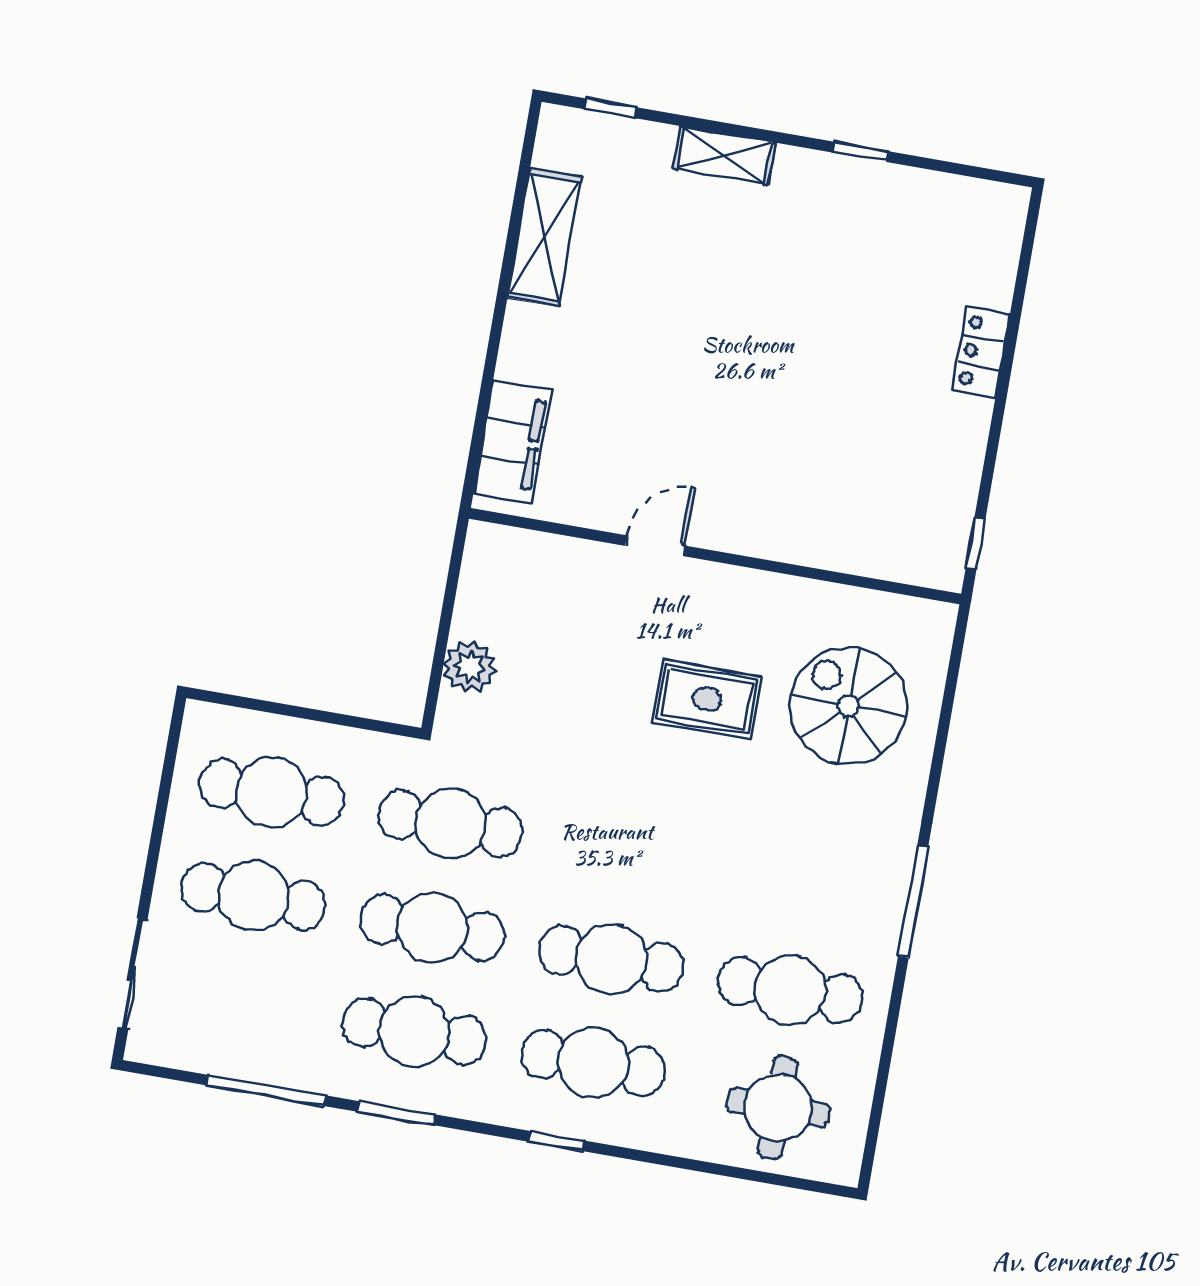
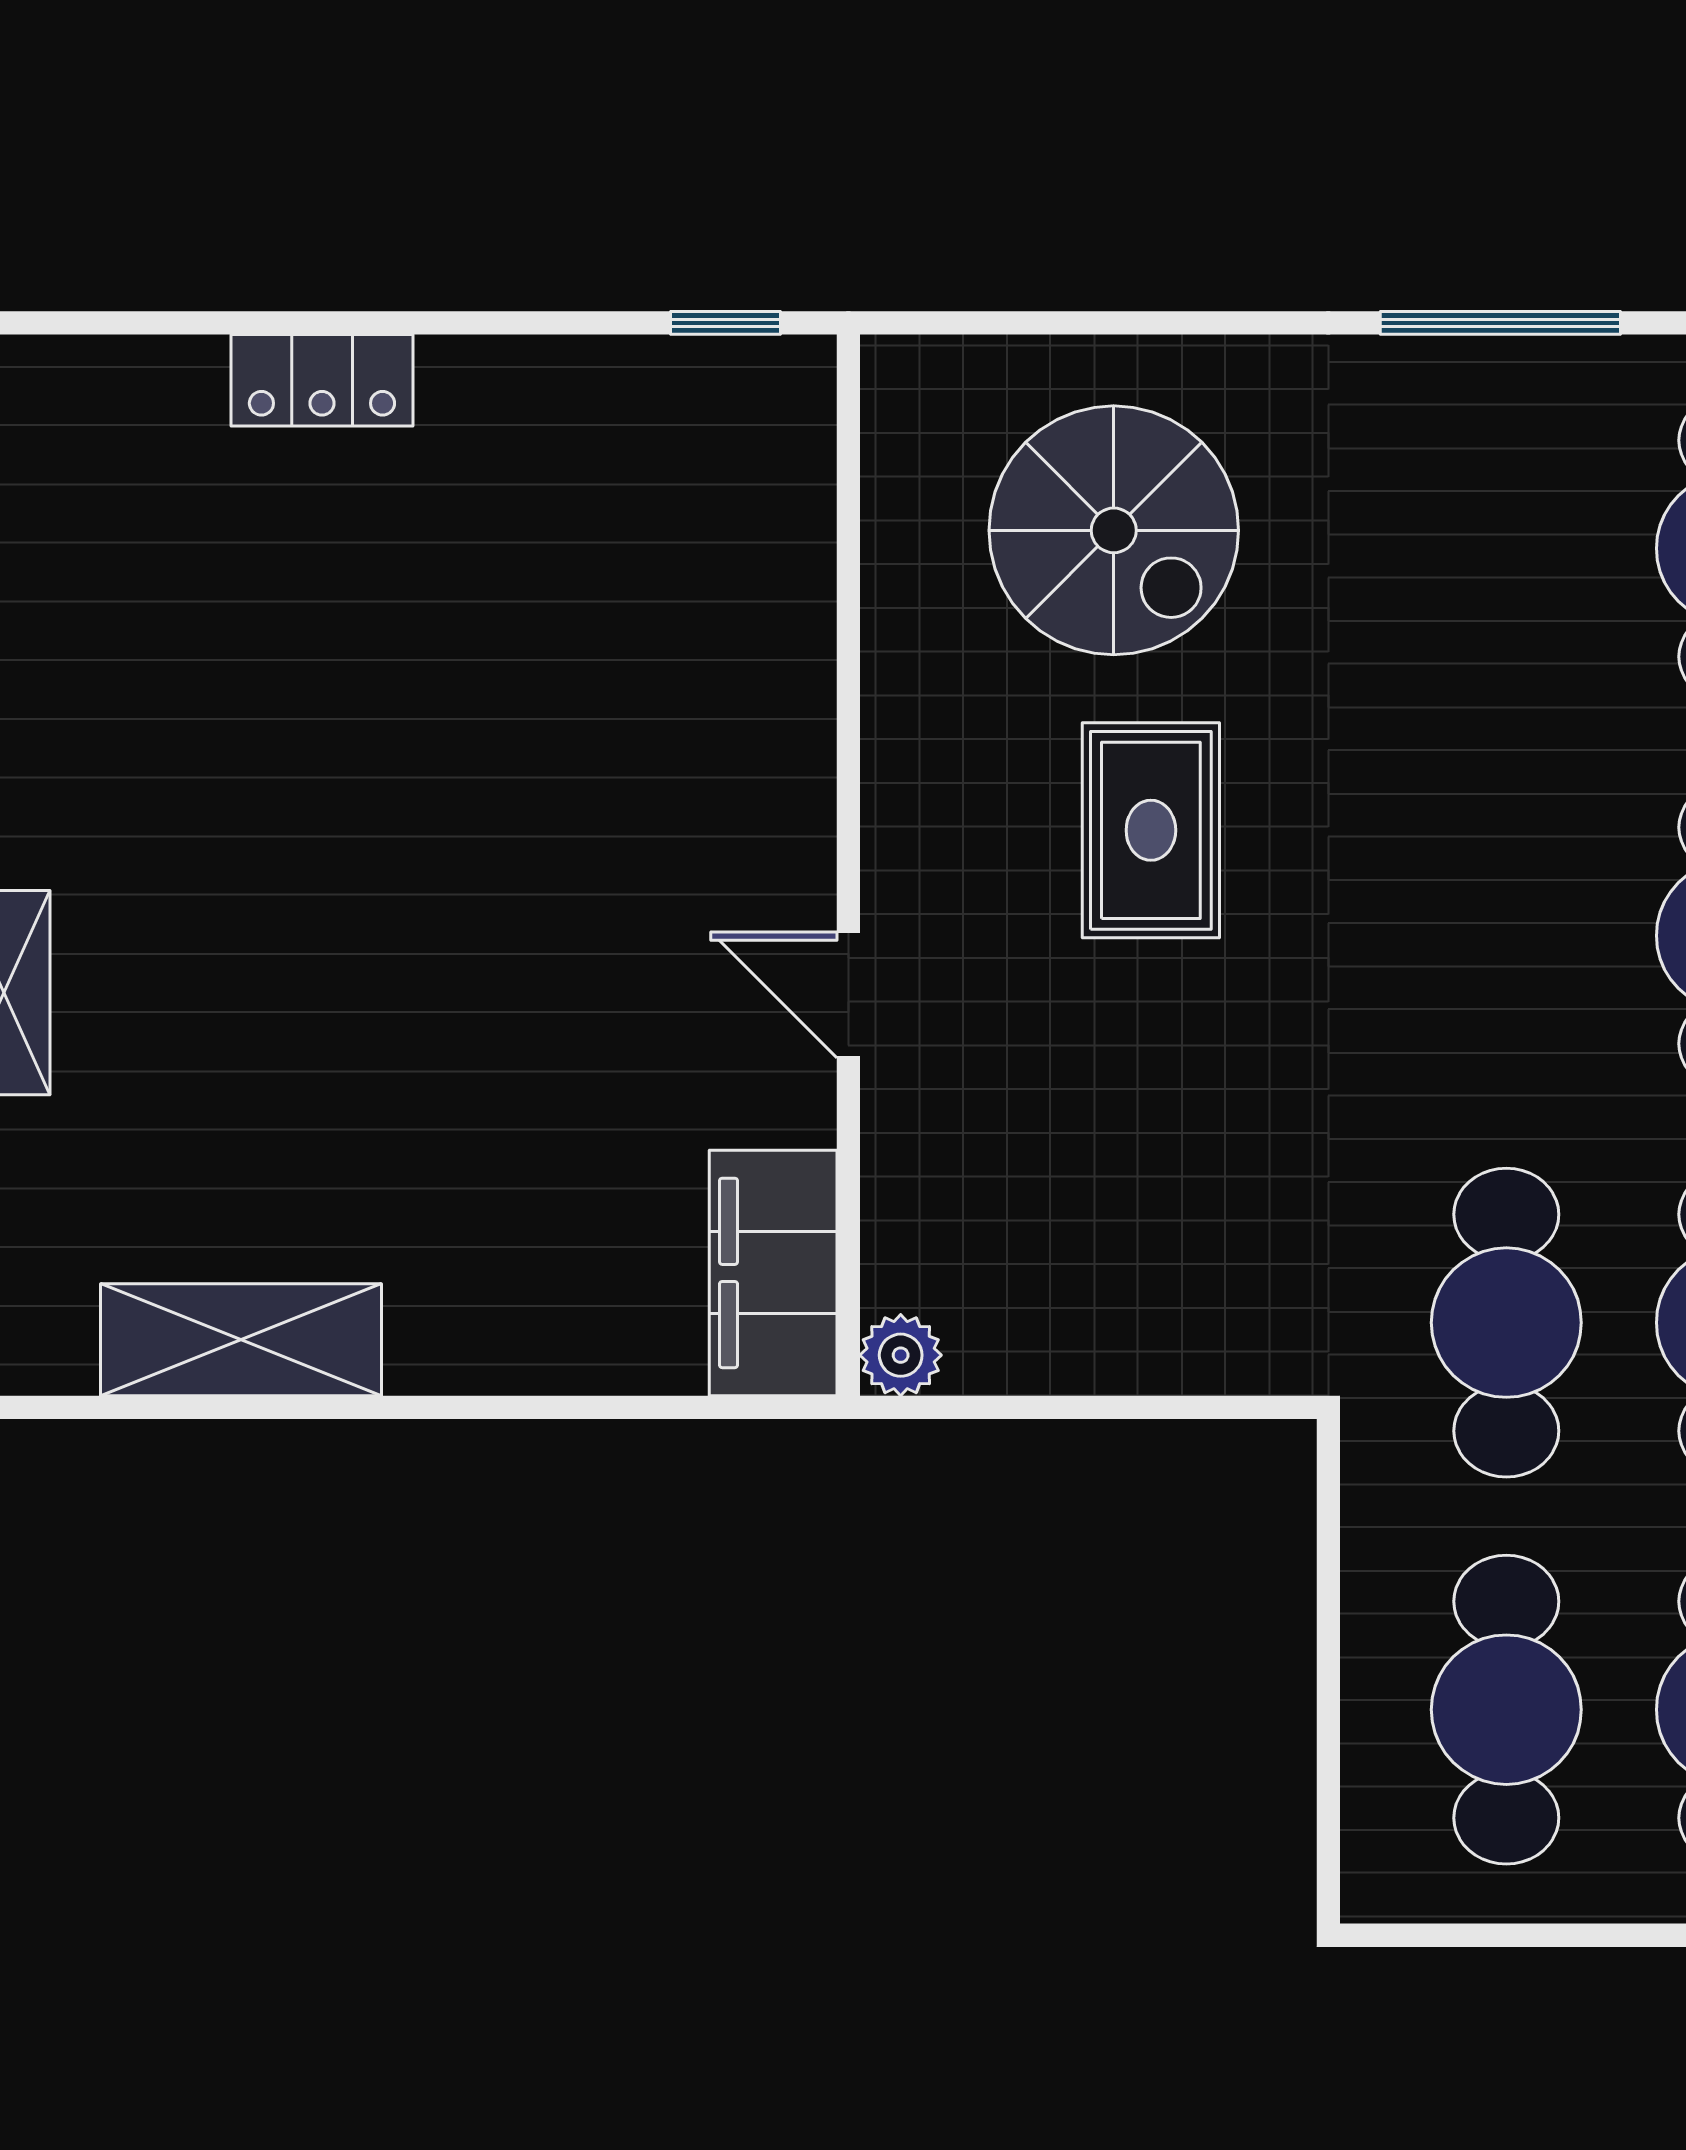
filing cabinet: (513, 441) -> (773, 1273), moved, turned -90
plant: (470, 667) -> (901, 1355), moved, width x0.73, depth x0.73
spiral stairs: (848, 706) -> (1114, 530), turned -90

